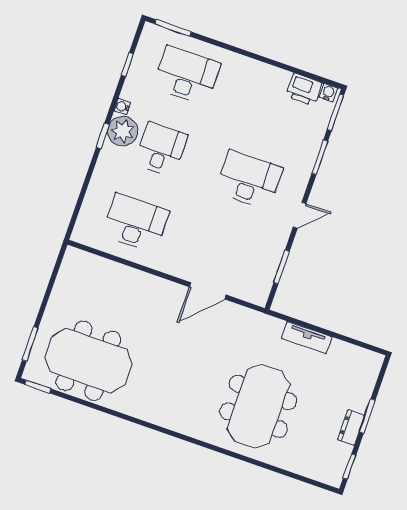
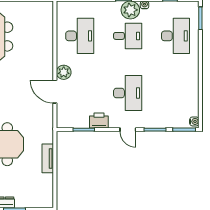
printer: (304, 89) -> (99, 120), moved, turned 90
door: (300, 215) -> (128, 130), moved
plant: (183, 267) -> (64, 72), added

